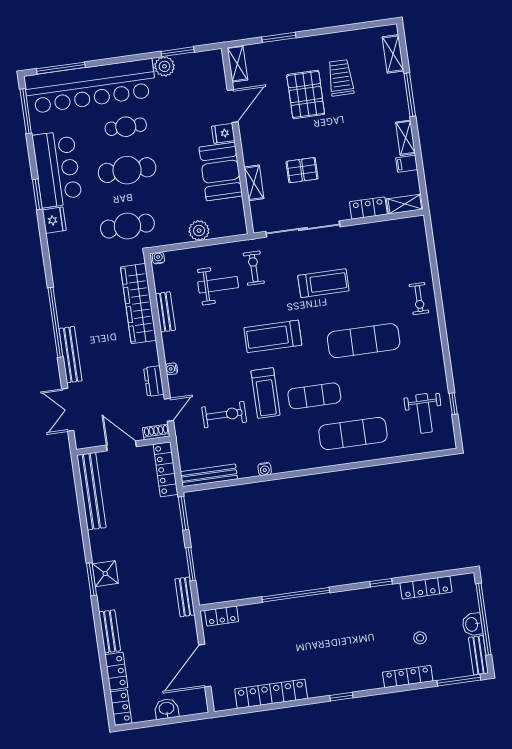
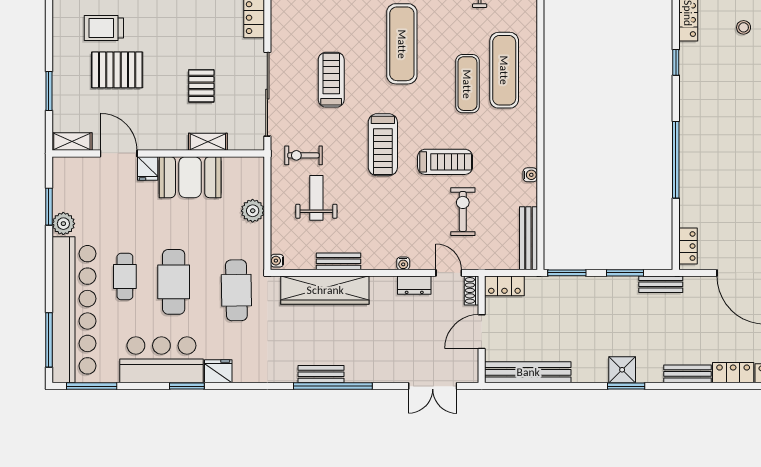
bench: (70, 355) -> (321, 374), moved, width x0.73
exercise mat: (314, 396) -> (467, 84), moved
locker: (166, 469) -> (504, 286), width x0.66

